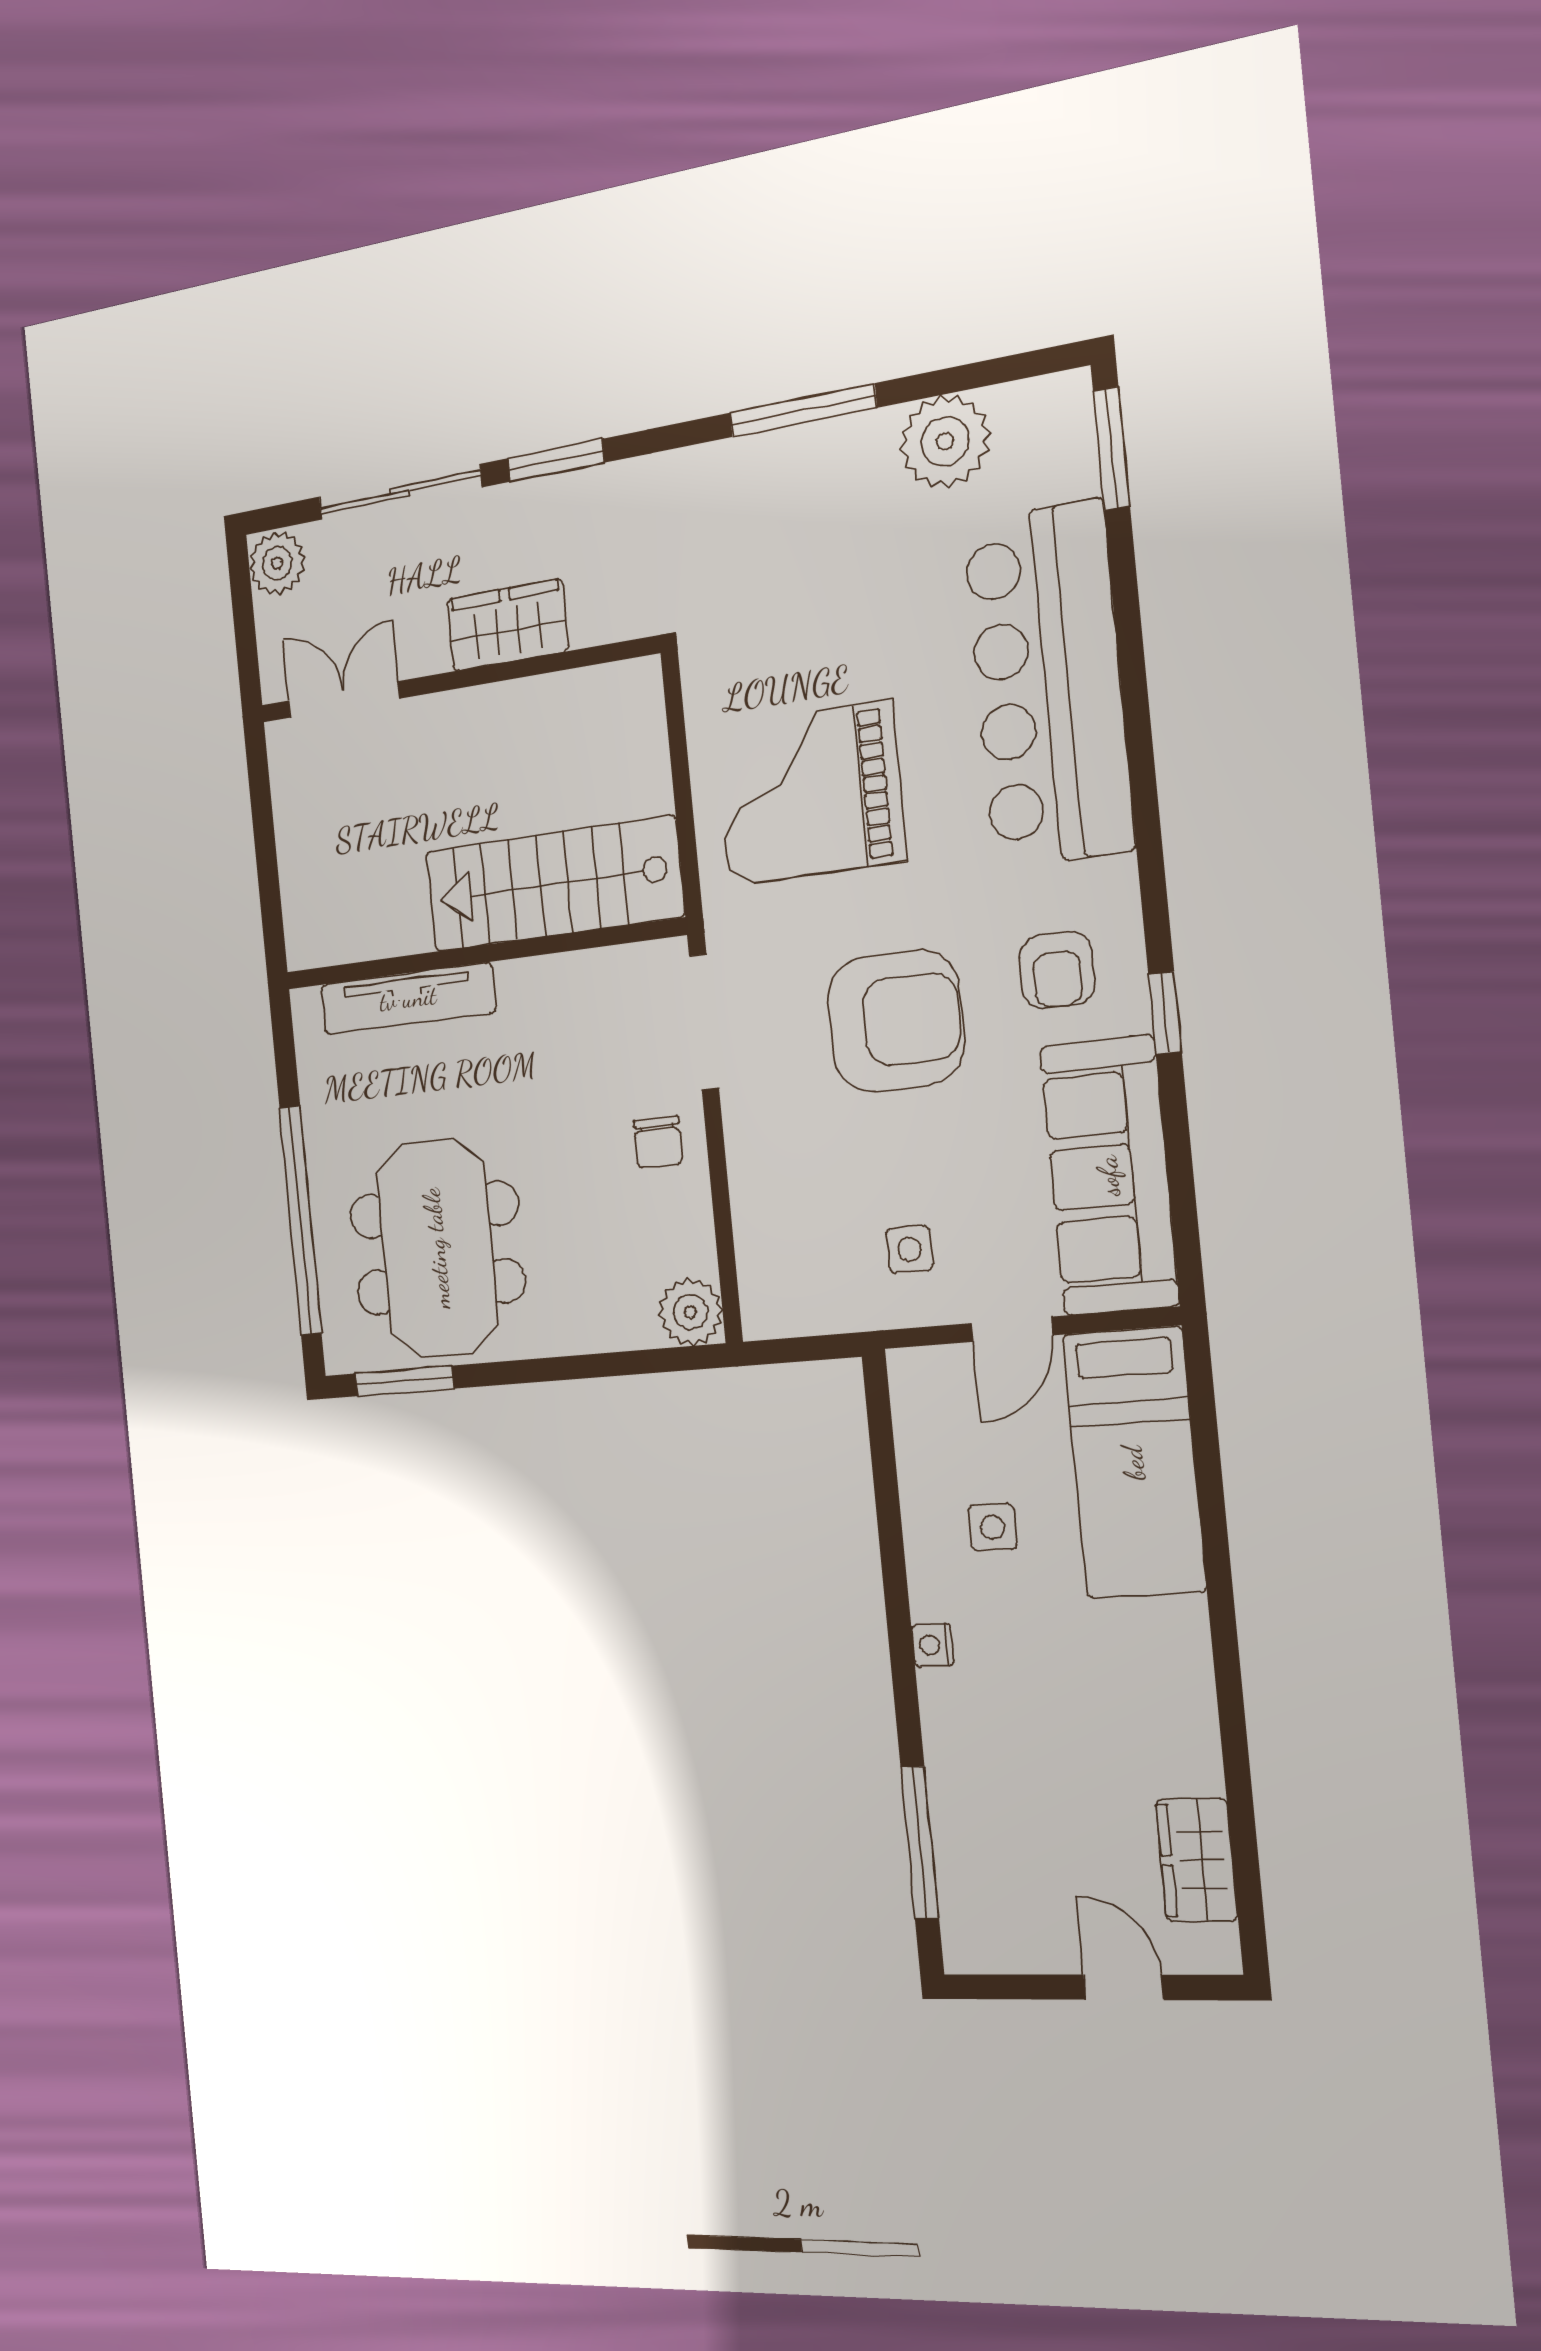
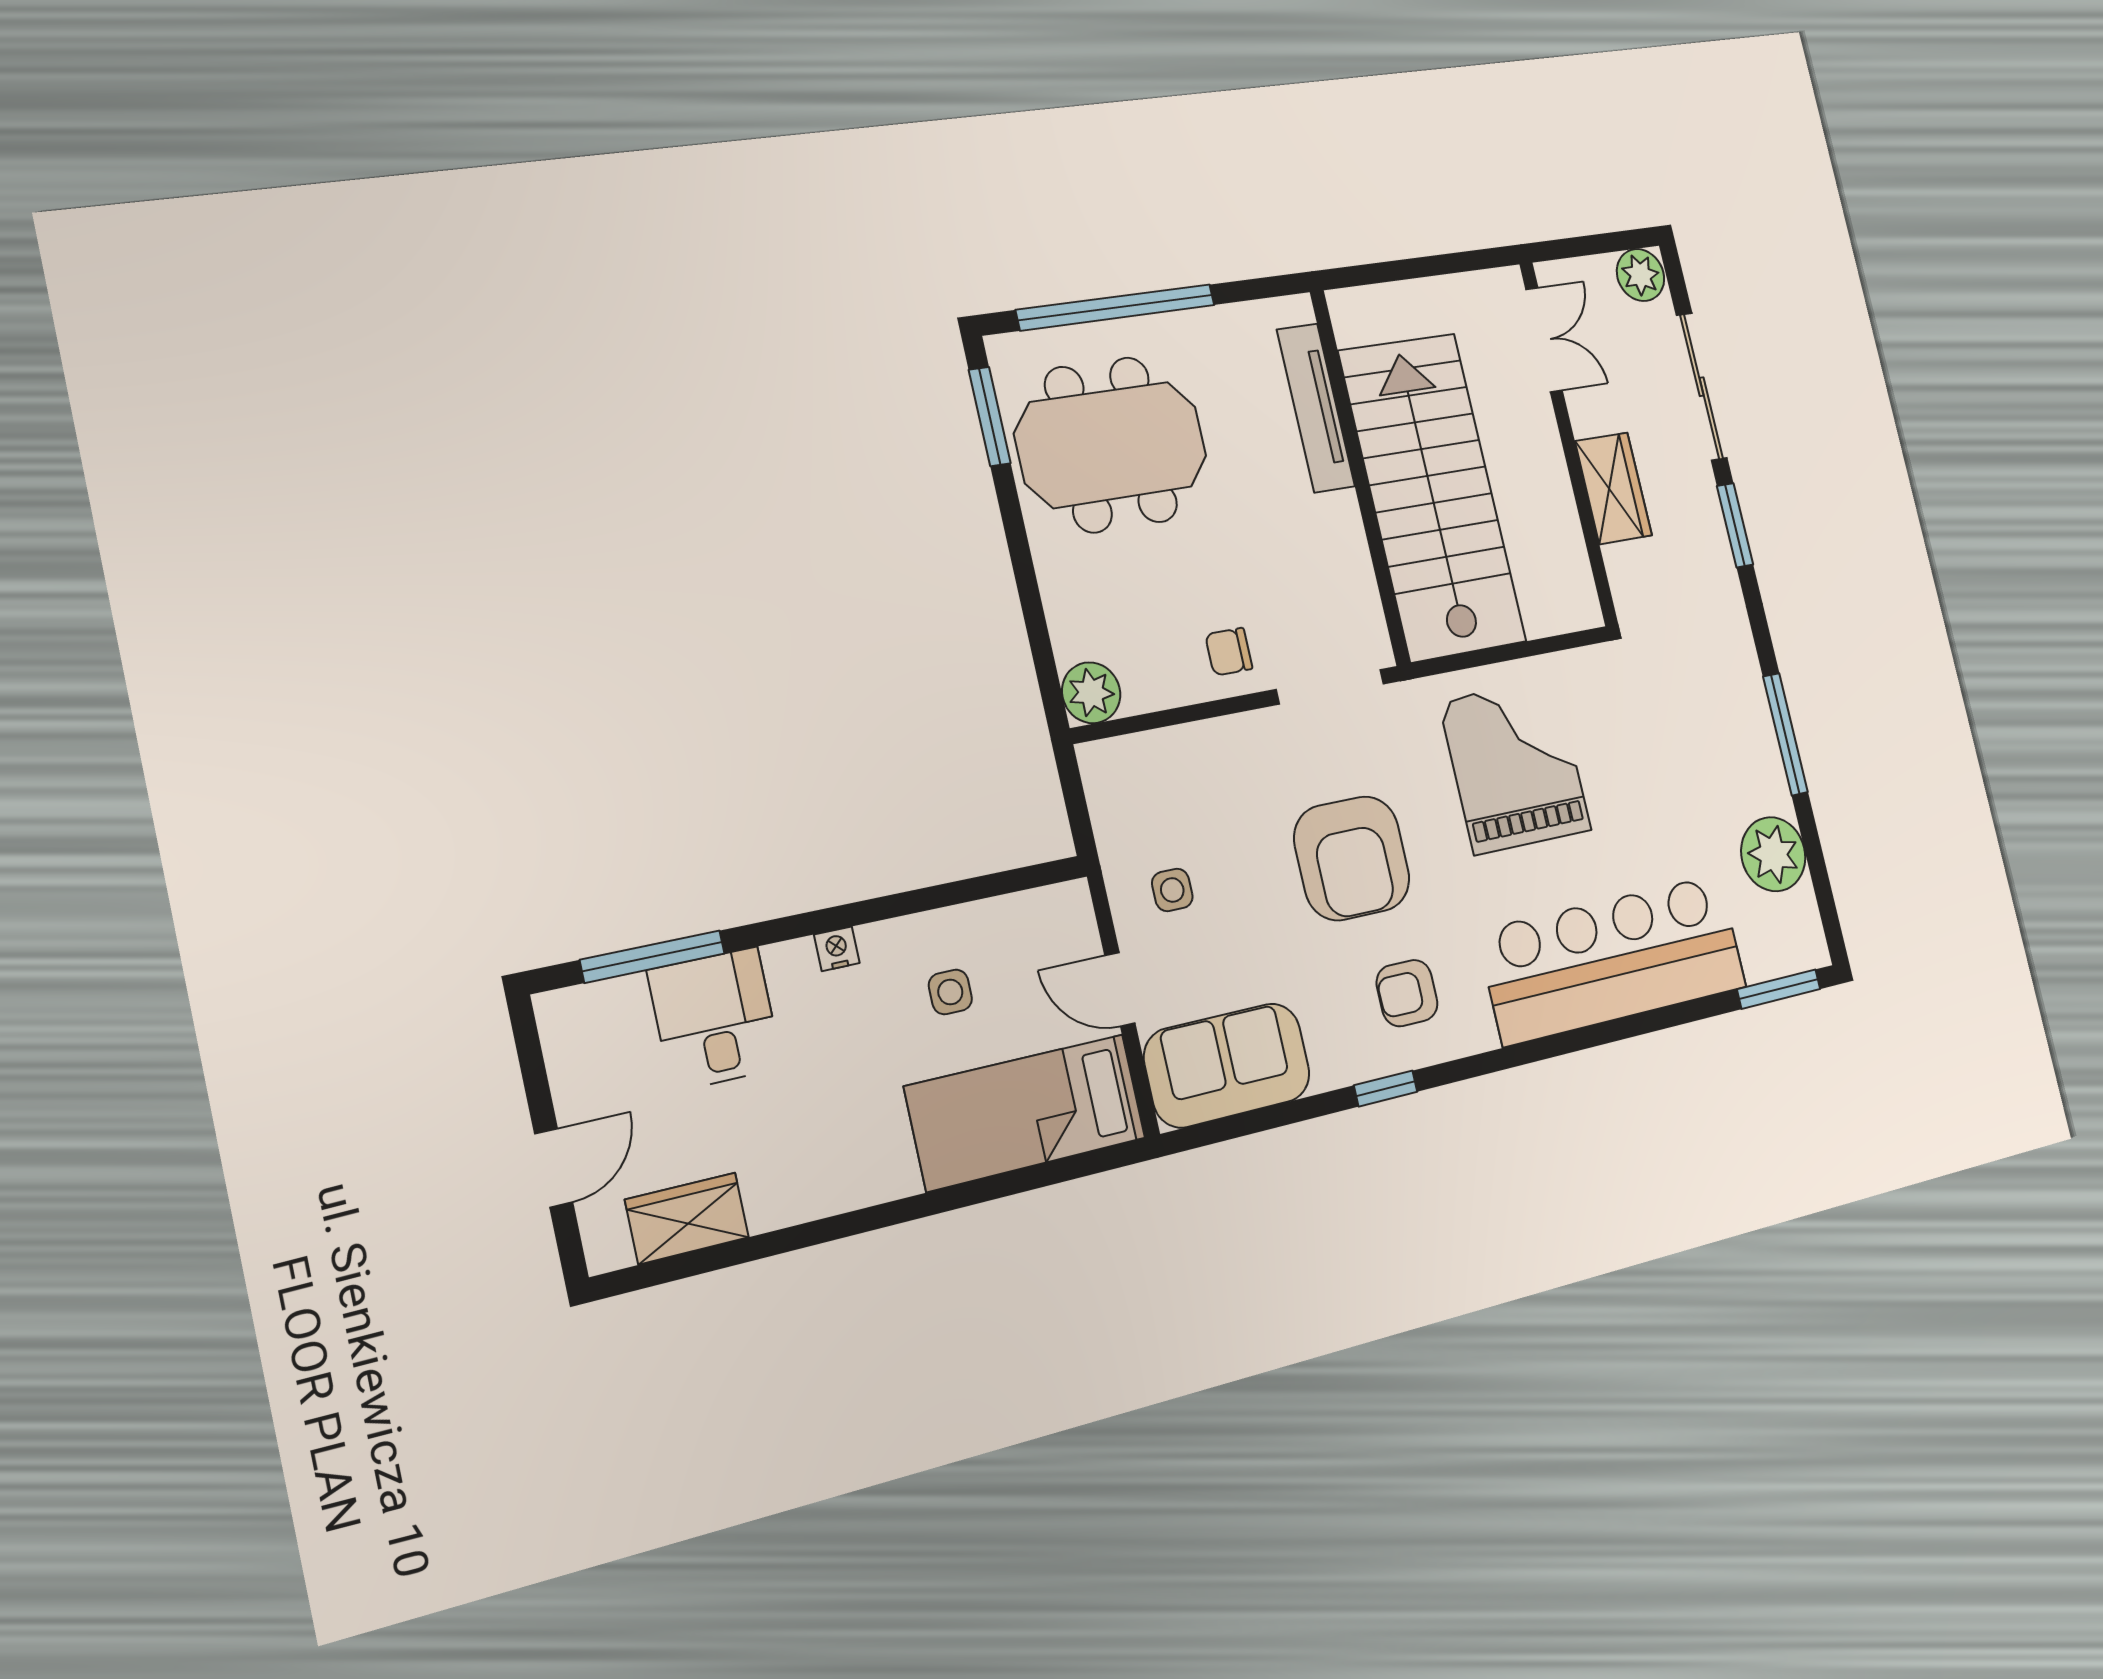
stairs: (554, 884) -> (1432, 497), width x1.36, depth x1.51
sofa: (1109, 1176) -> (1227, 1065), width x0.73
desk: (991, 1790) -> (715, 1019), added

